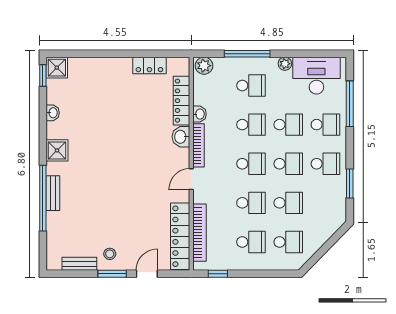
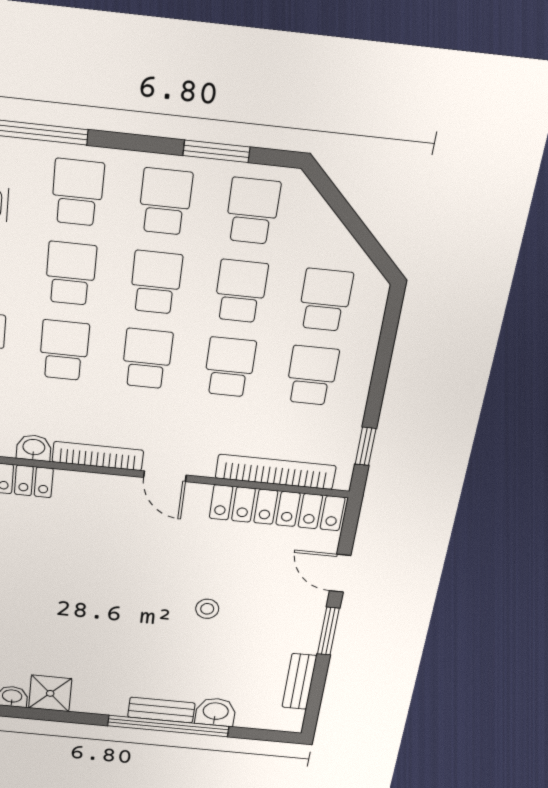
washbasin: (181, 137) -> (216, 712), moved, turned 180
shower: (57, 150) -> (50, 693), moved
school desk: (325, 203) -> (252, 211), added
stool: (110, 254) -> (207, 609), moved

